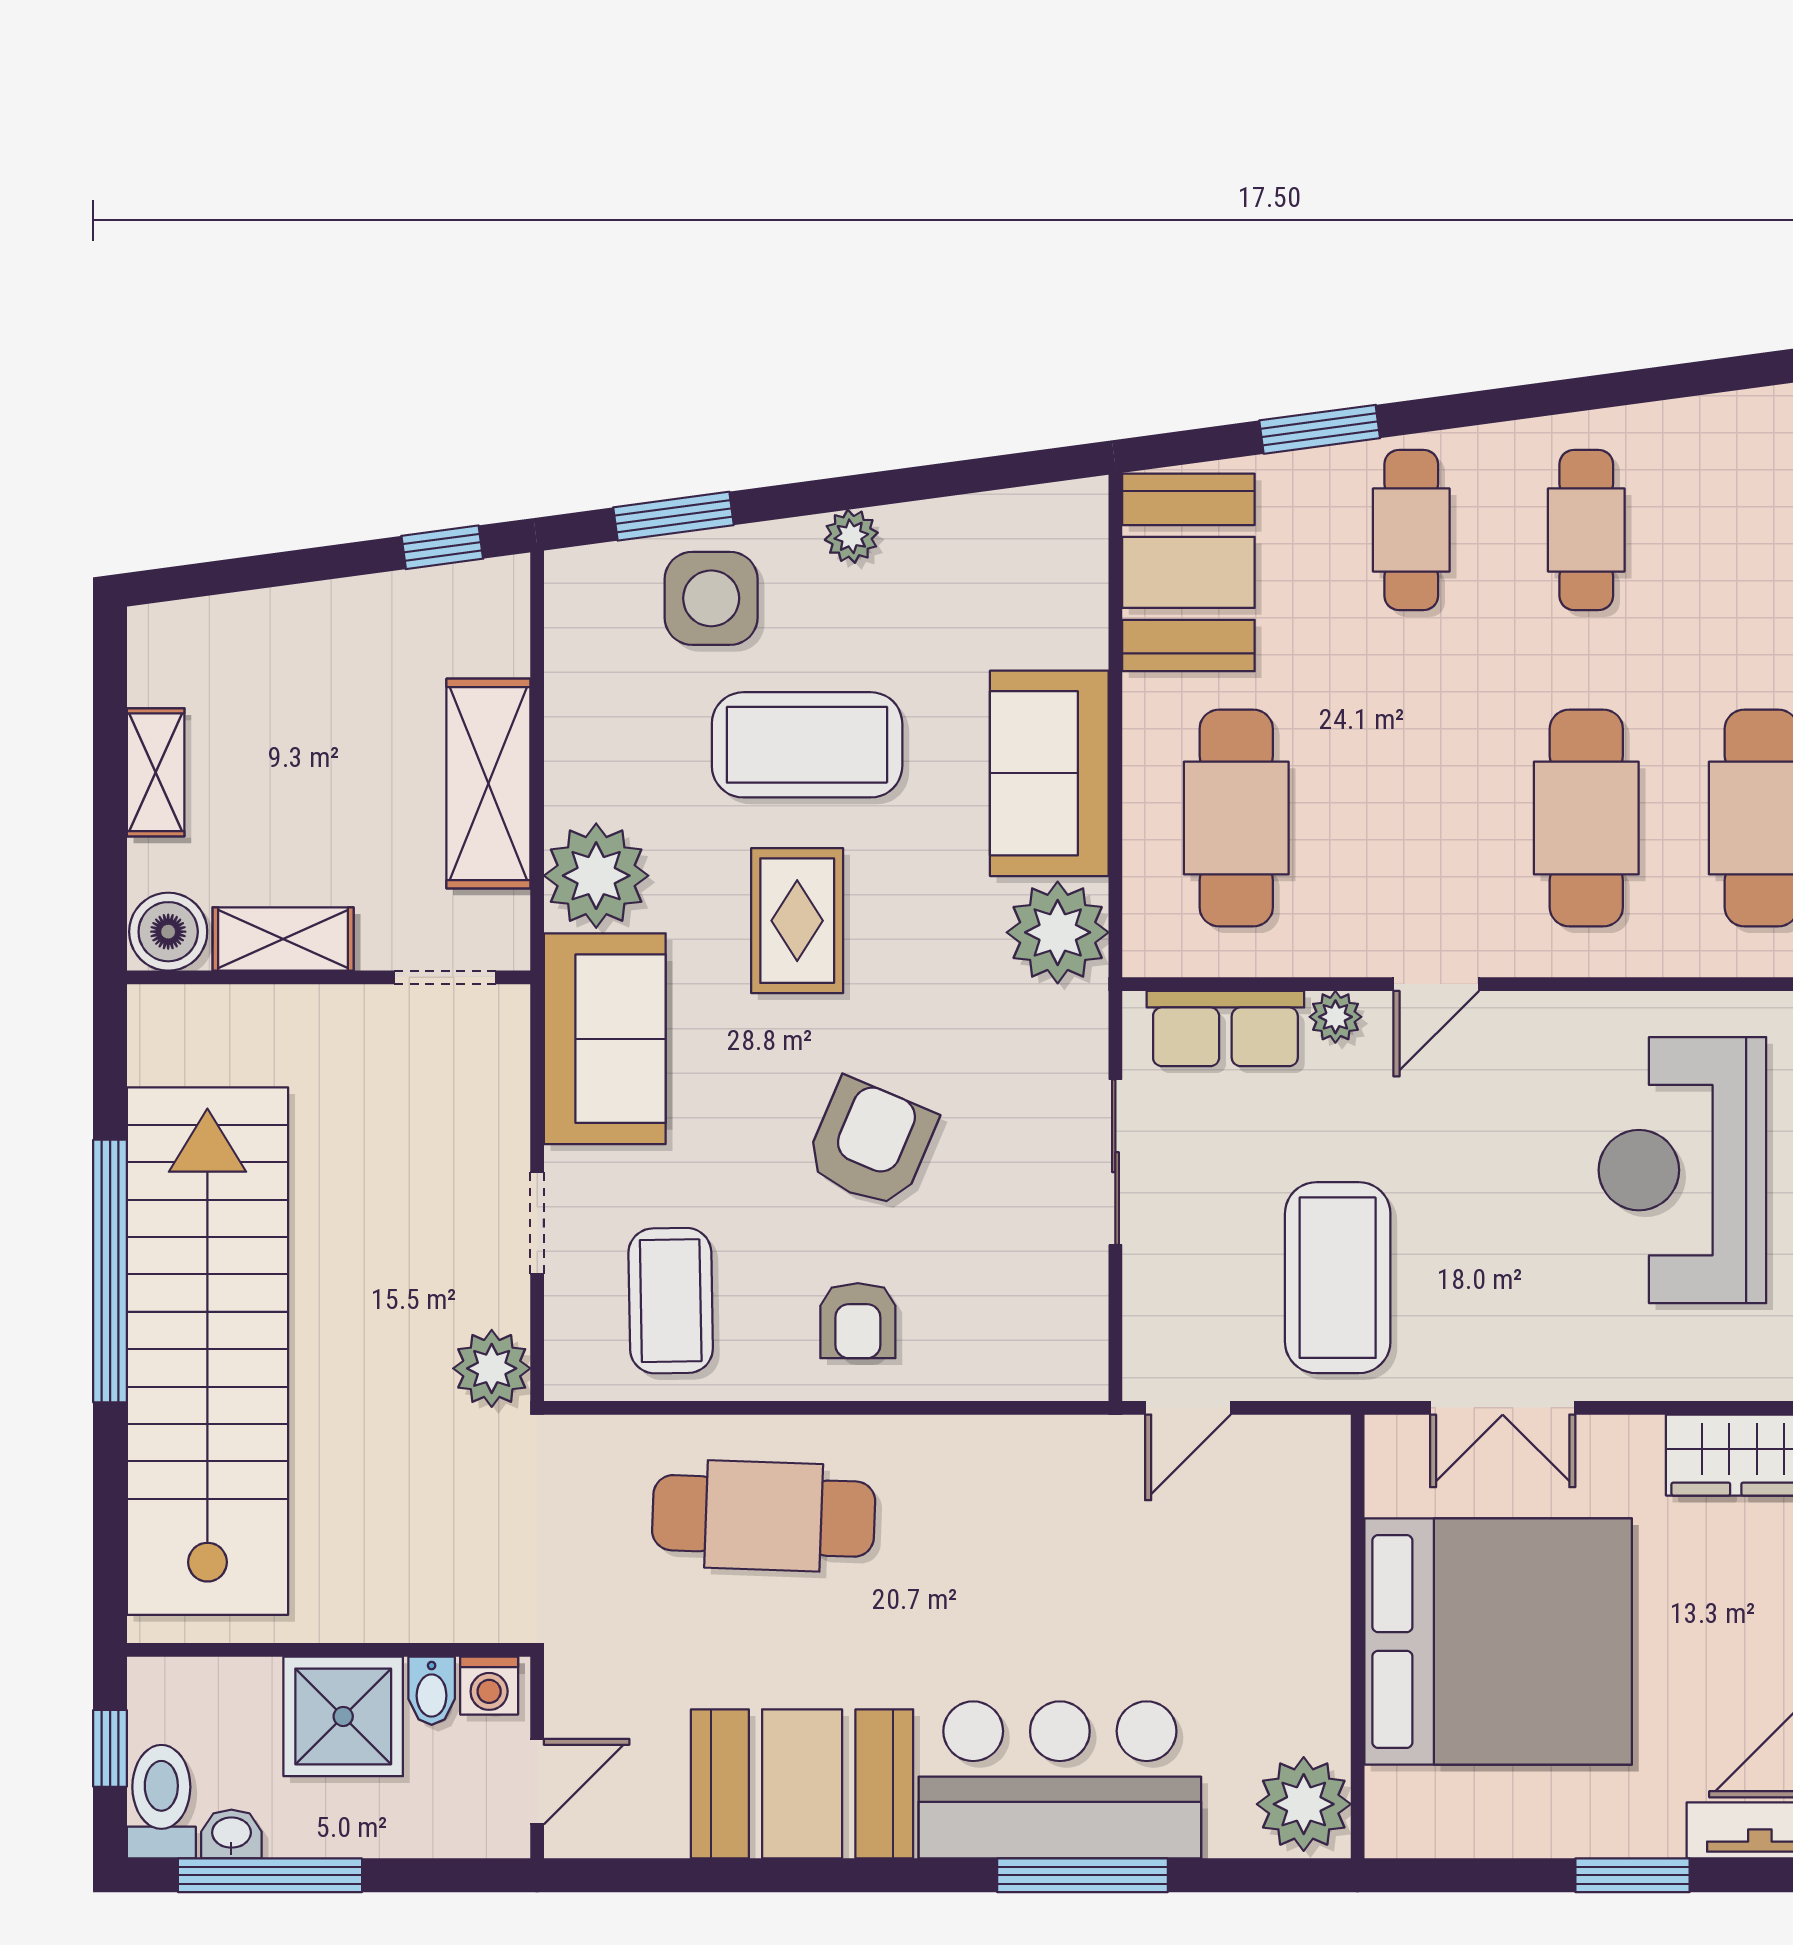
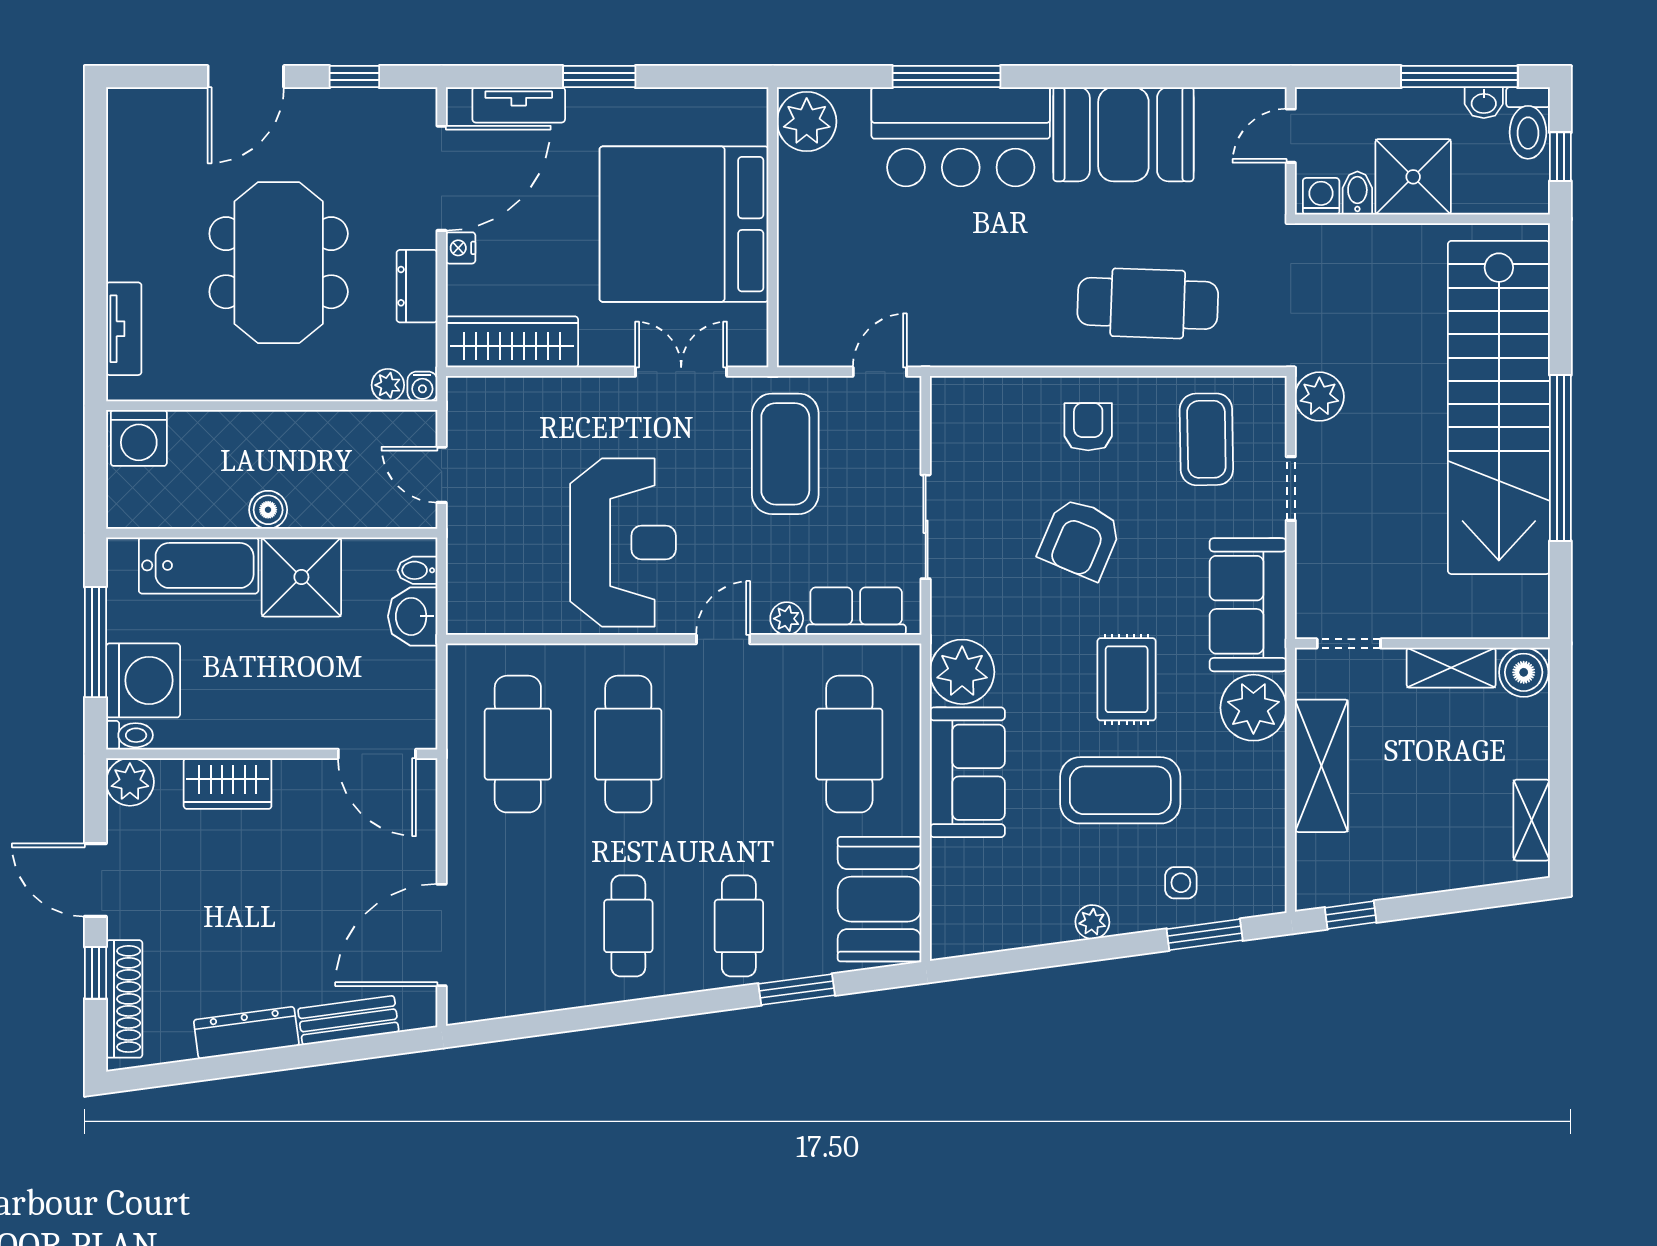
side table: (711, 598) -> (1181, 883), width x0.54, depth x0.54
shelving: (156, 772) -> (1532, 820), moved
reception desk: (1682, 1170) -> (623, 543), moved

